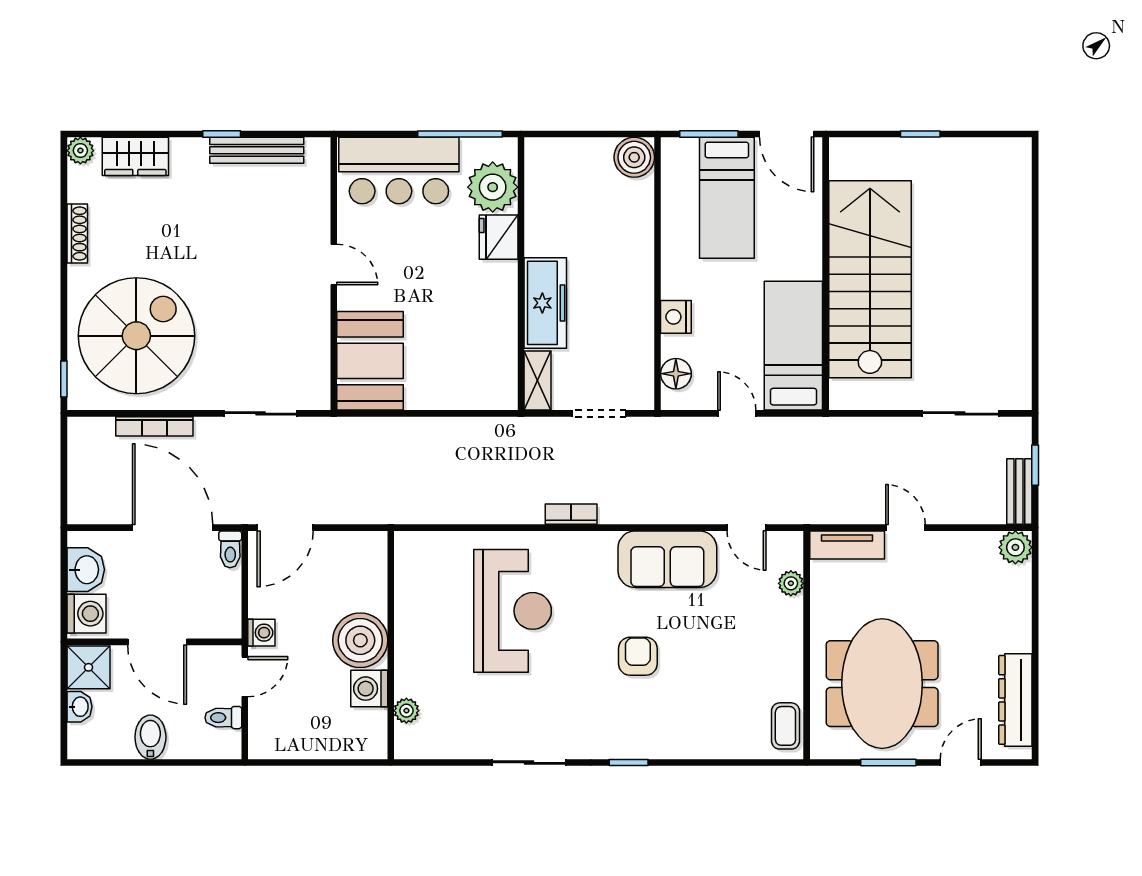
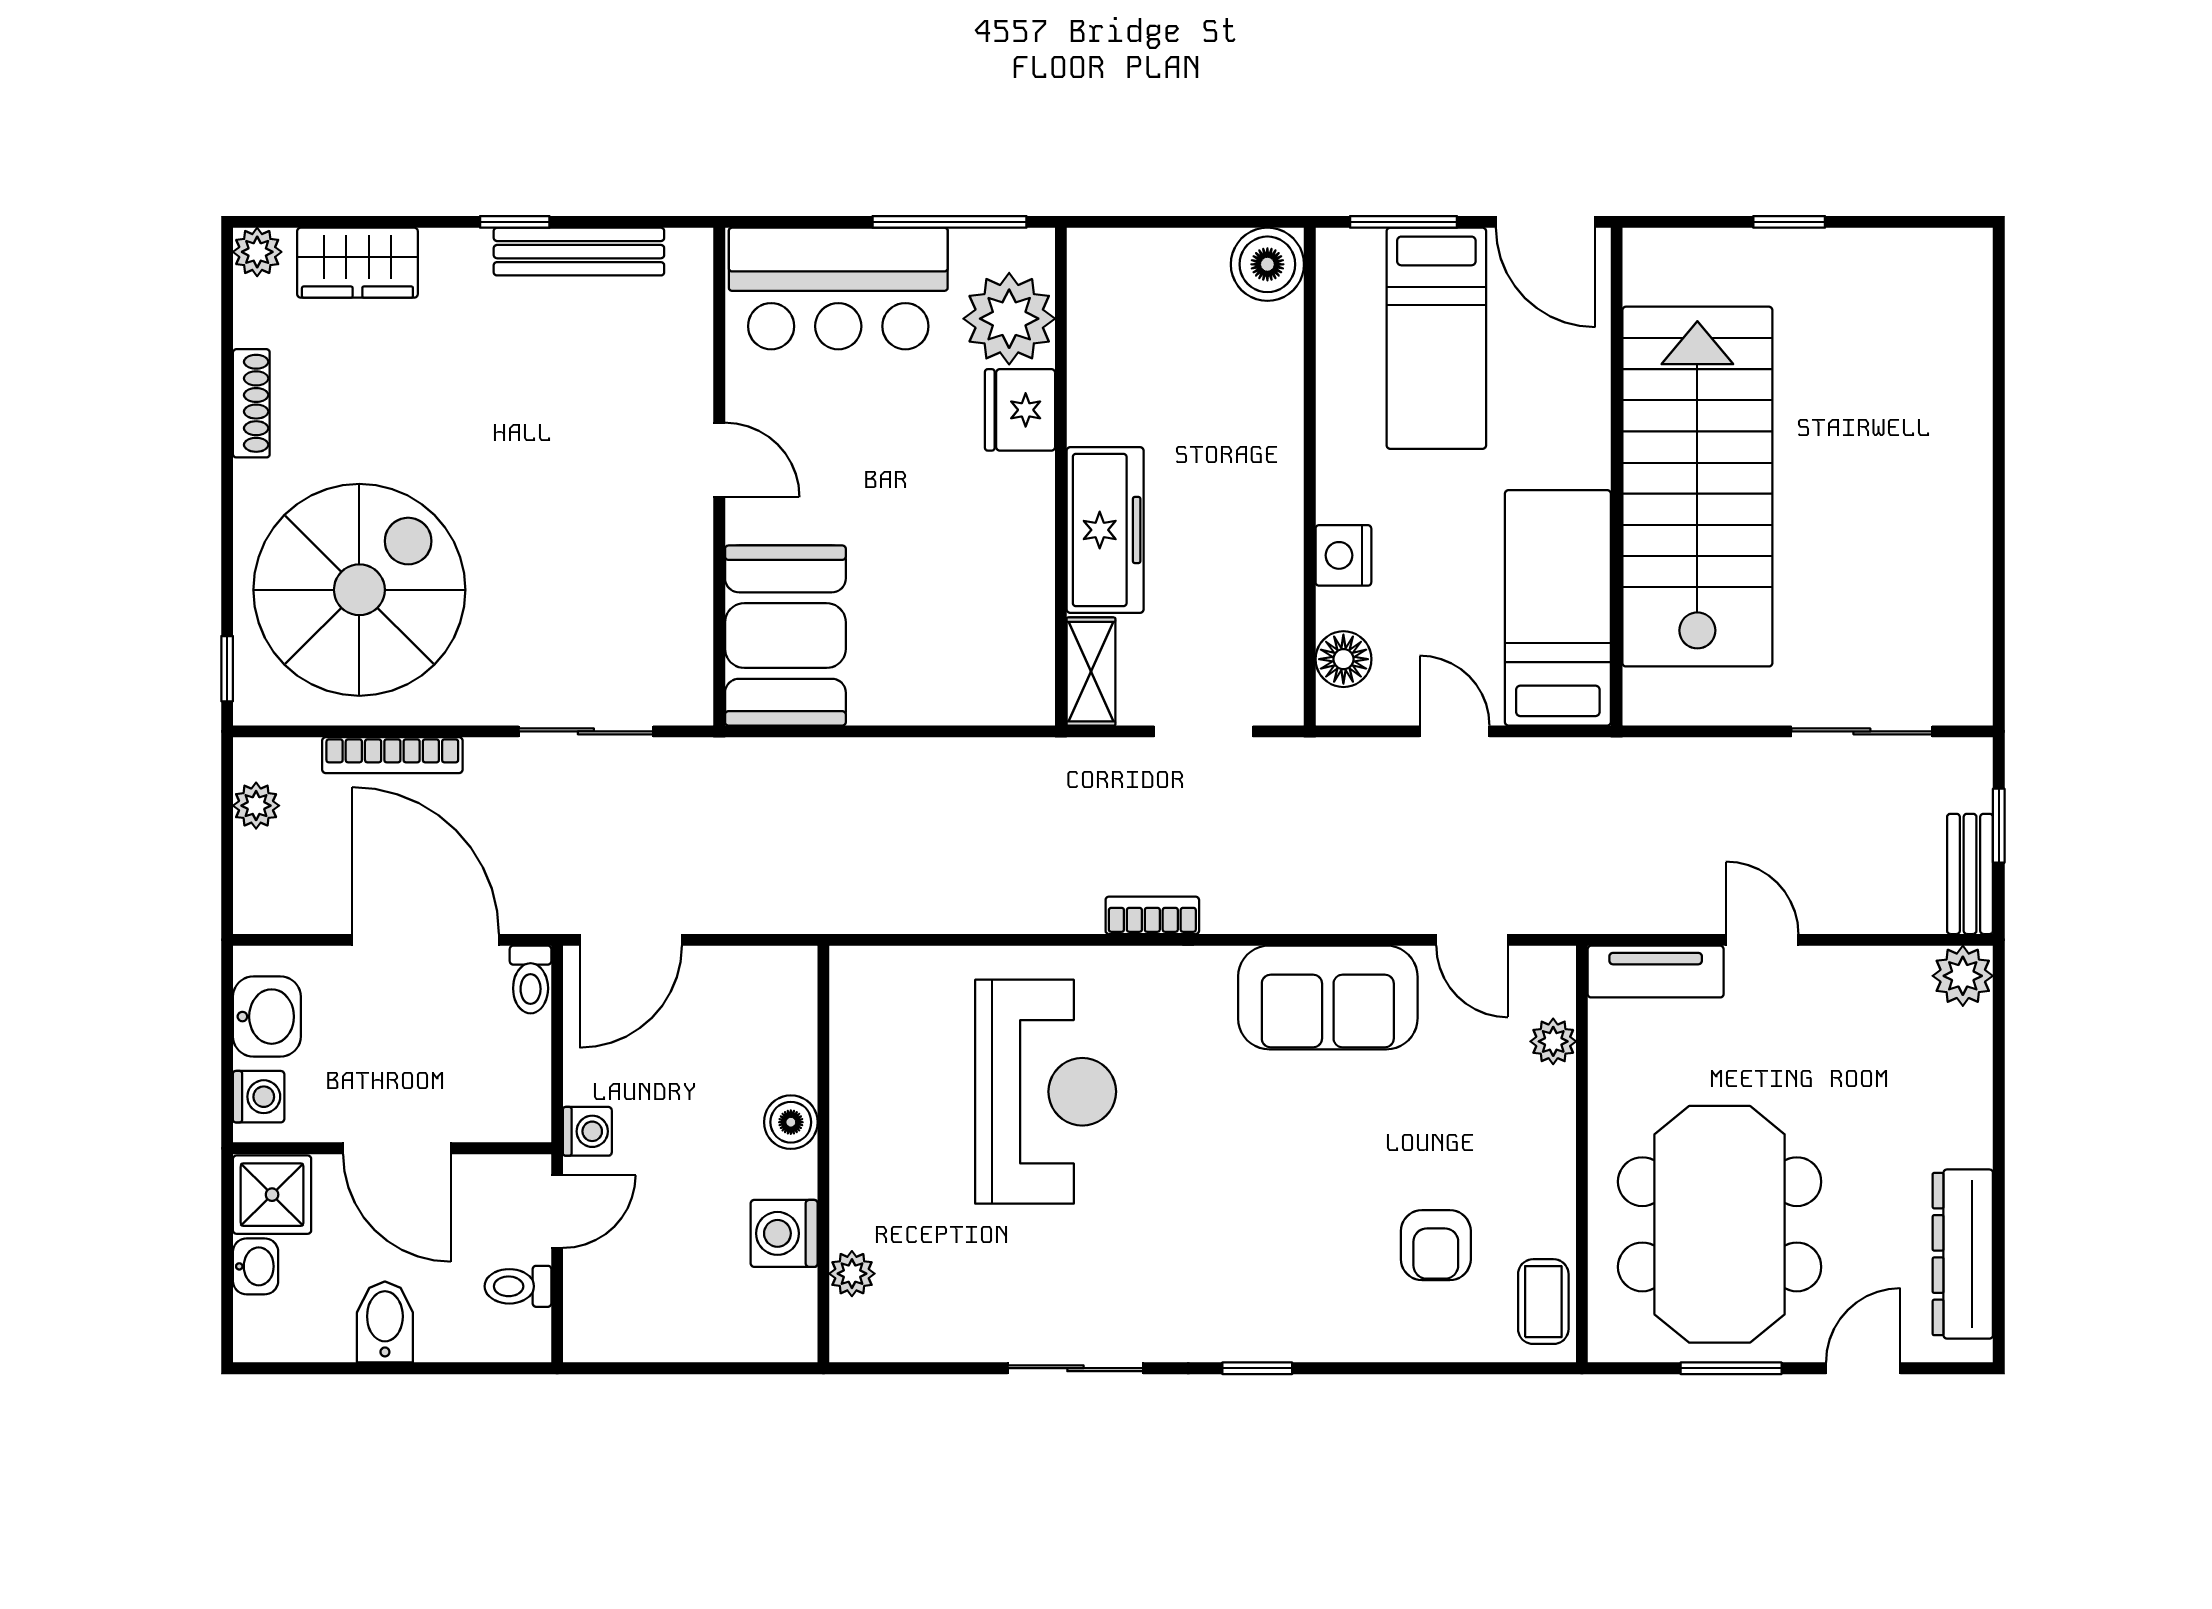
plant: (80, 454) -> (256, 806), added
washing machine: (86, 614) -> (259, 1097), width x0.73, depth x0.73
boiler: (360, 640) -> (791, 1122), width x0.54, depth x0.54
armchair: (638, 656) -> (1436, 1245), moved, turned 180

